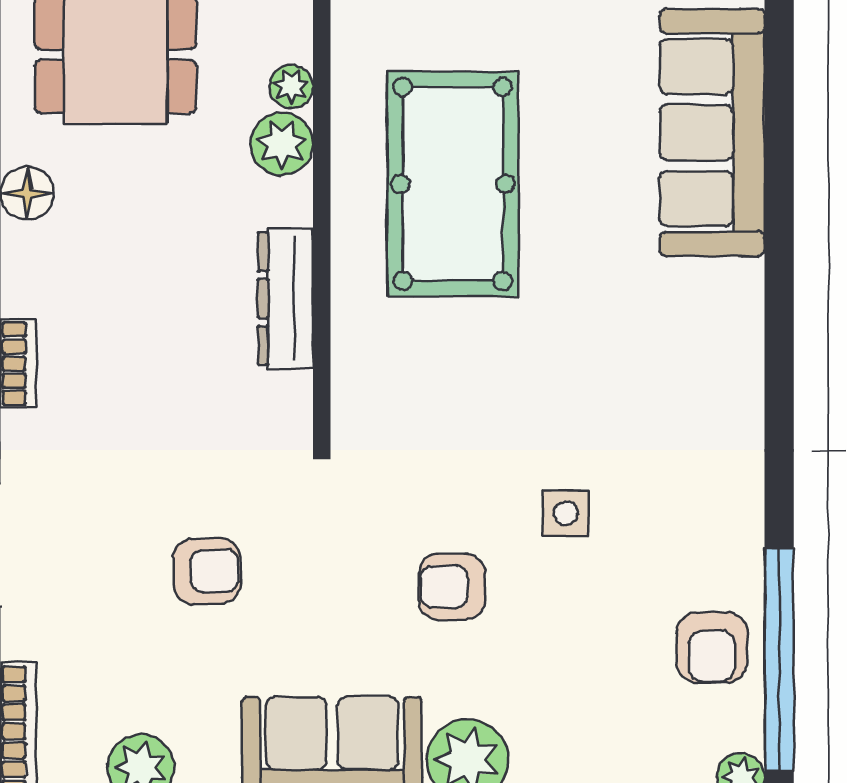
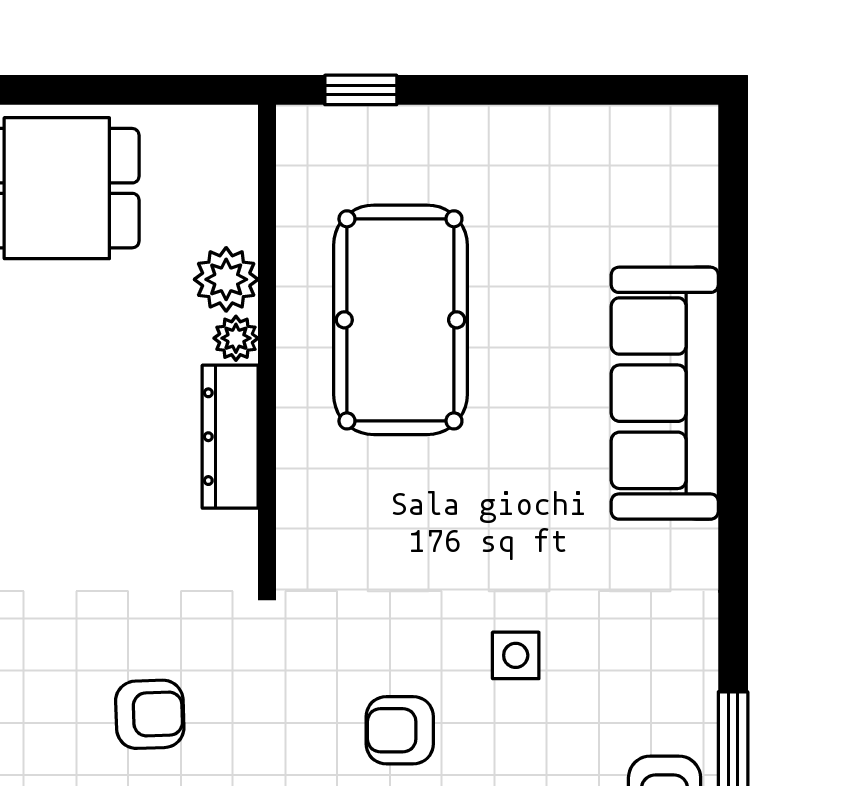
plant: (291, 86) -> (236, 338), moved
sofa: (712, 132) -> (665, 393), moved

